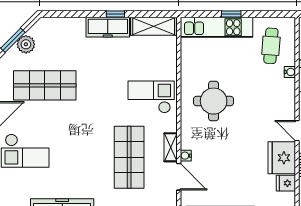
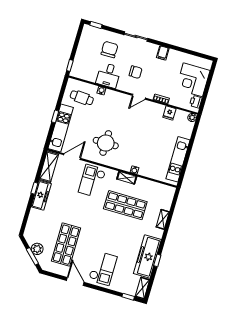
fridge: (282, 158) -> (153, 111), removed
door: (179, 177) -> (72, 157), moved

